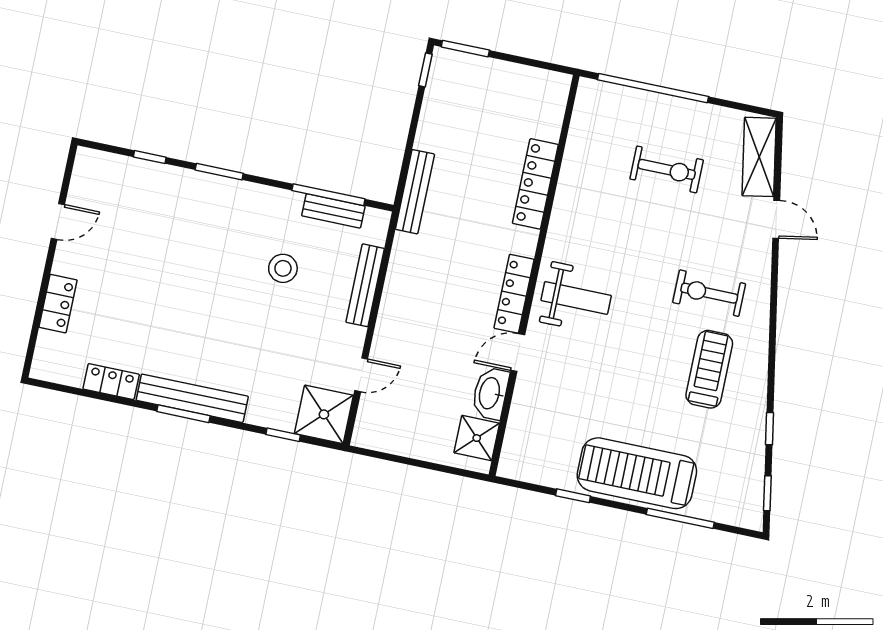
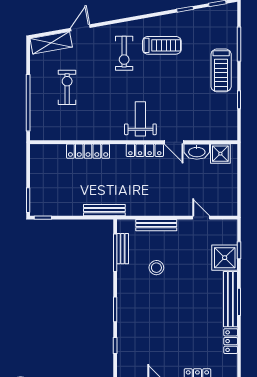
treadmill: (709, 369) -> (162, 45), turned 180
shower: (324, 414) -> (225, 258), moved
treadmill: (637, 473) -> (221, 70), width x0.73, depth x0.73

